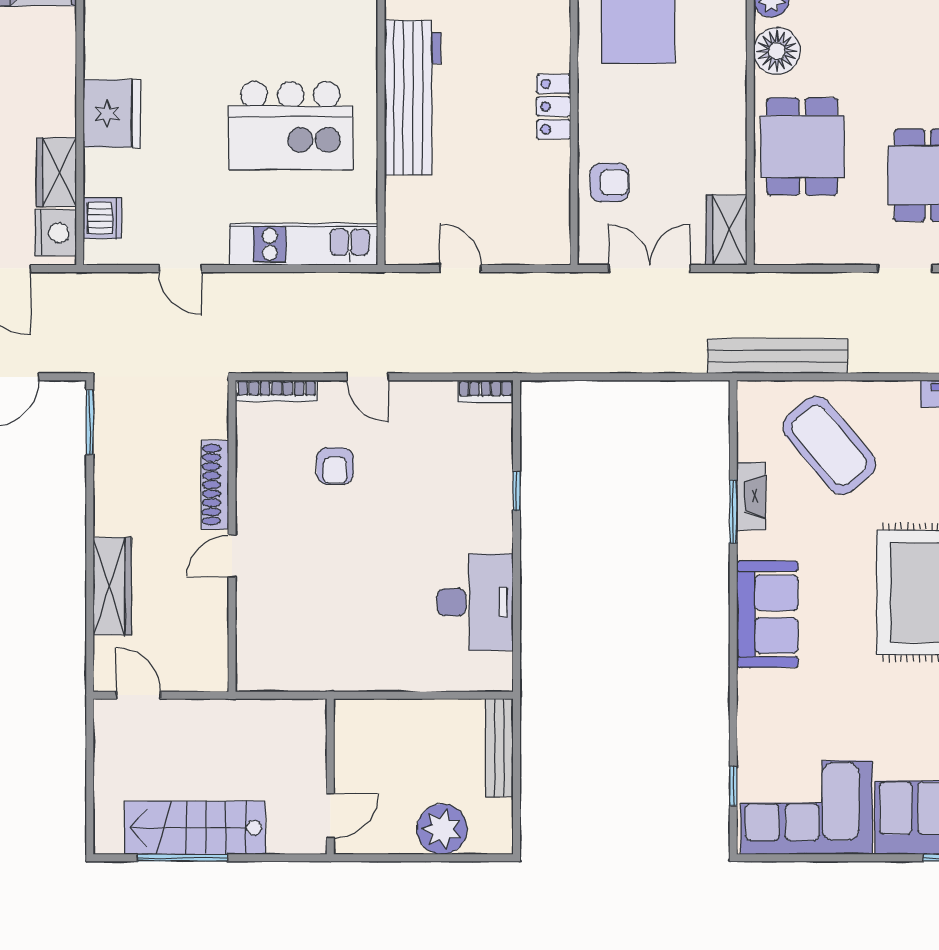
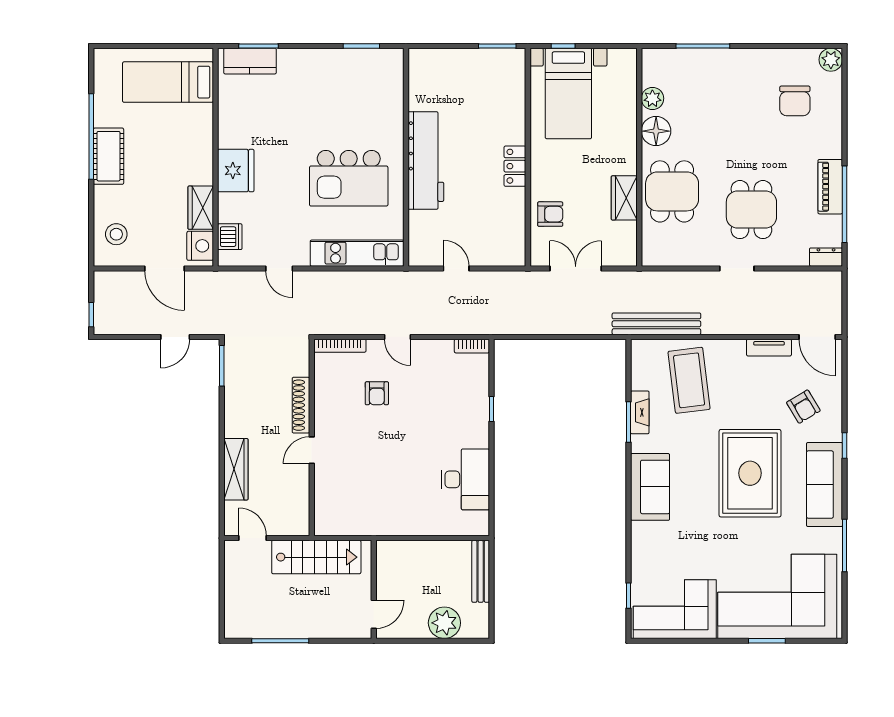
wardrobe: (726, 230) -> (624, 198), moved
coffee table: (829, 445) -> (689, 380), turned 33
stairs: (195, 828) -> (316, 557), moved, turned 180

